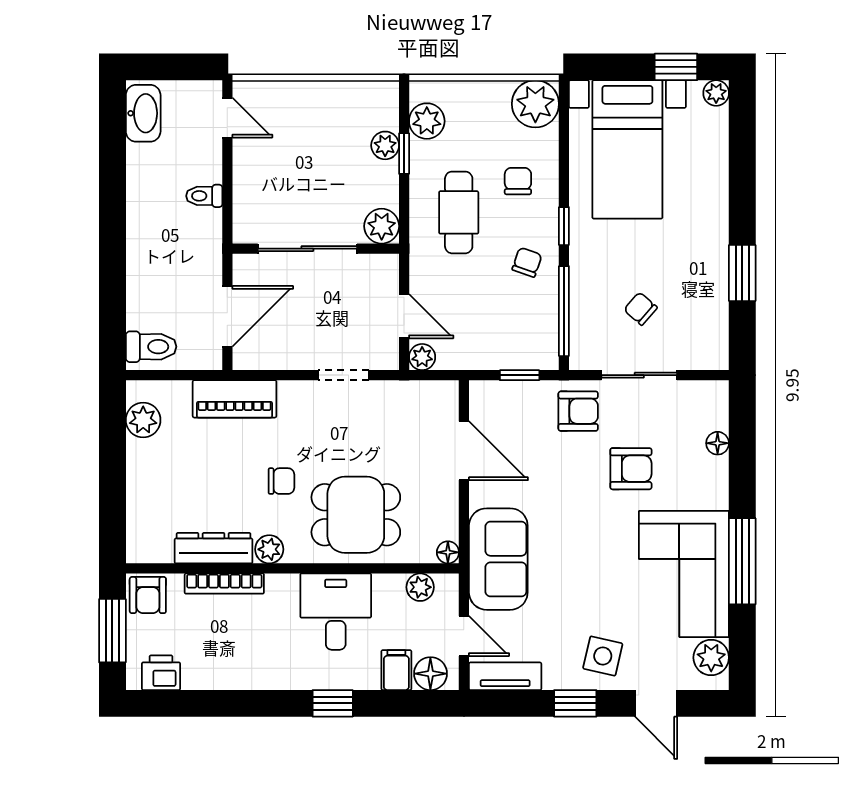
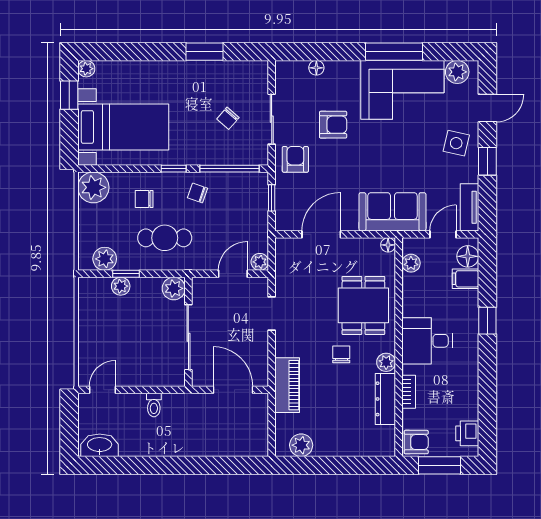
toilet: (151, 347) -> (253, 440), removed
armchair: (631, 469) -> (333, 125), turned 90
bookcase: (224, 584) -> (409, 392), width x0.64
desk: (336, 612) -> (427, 341), moved

